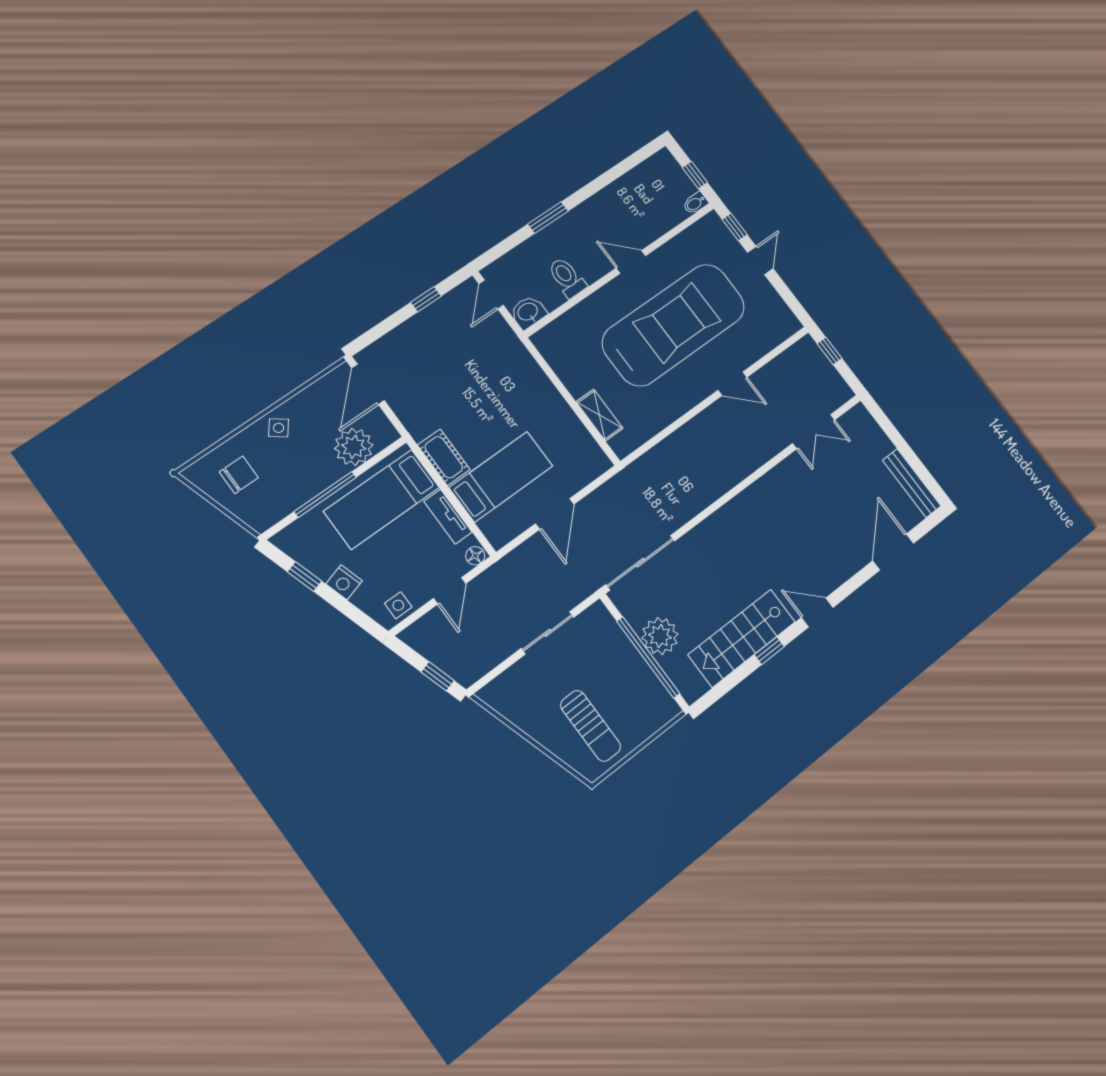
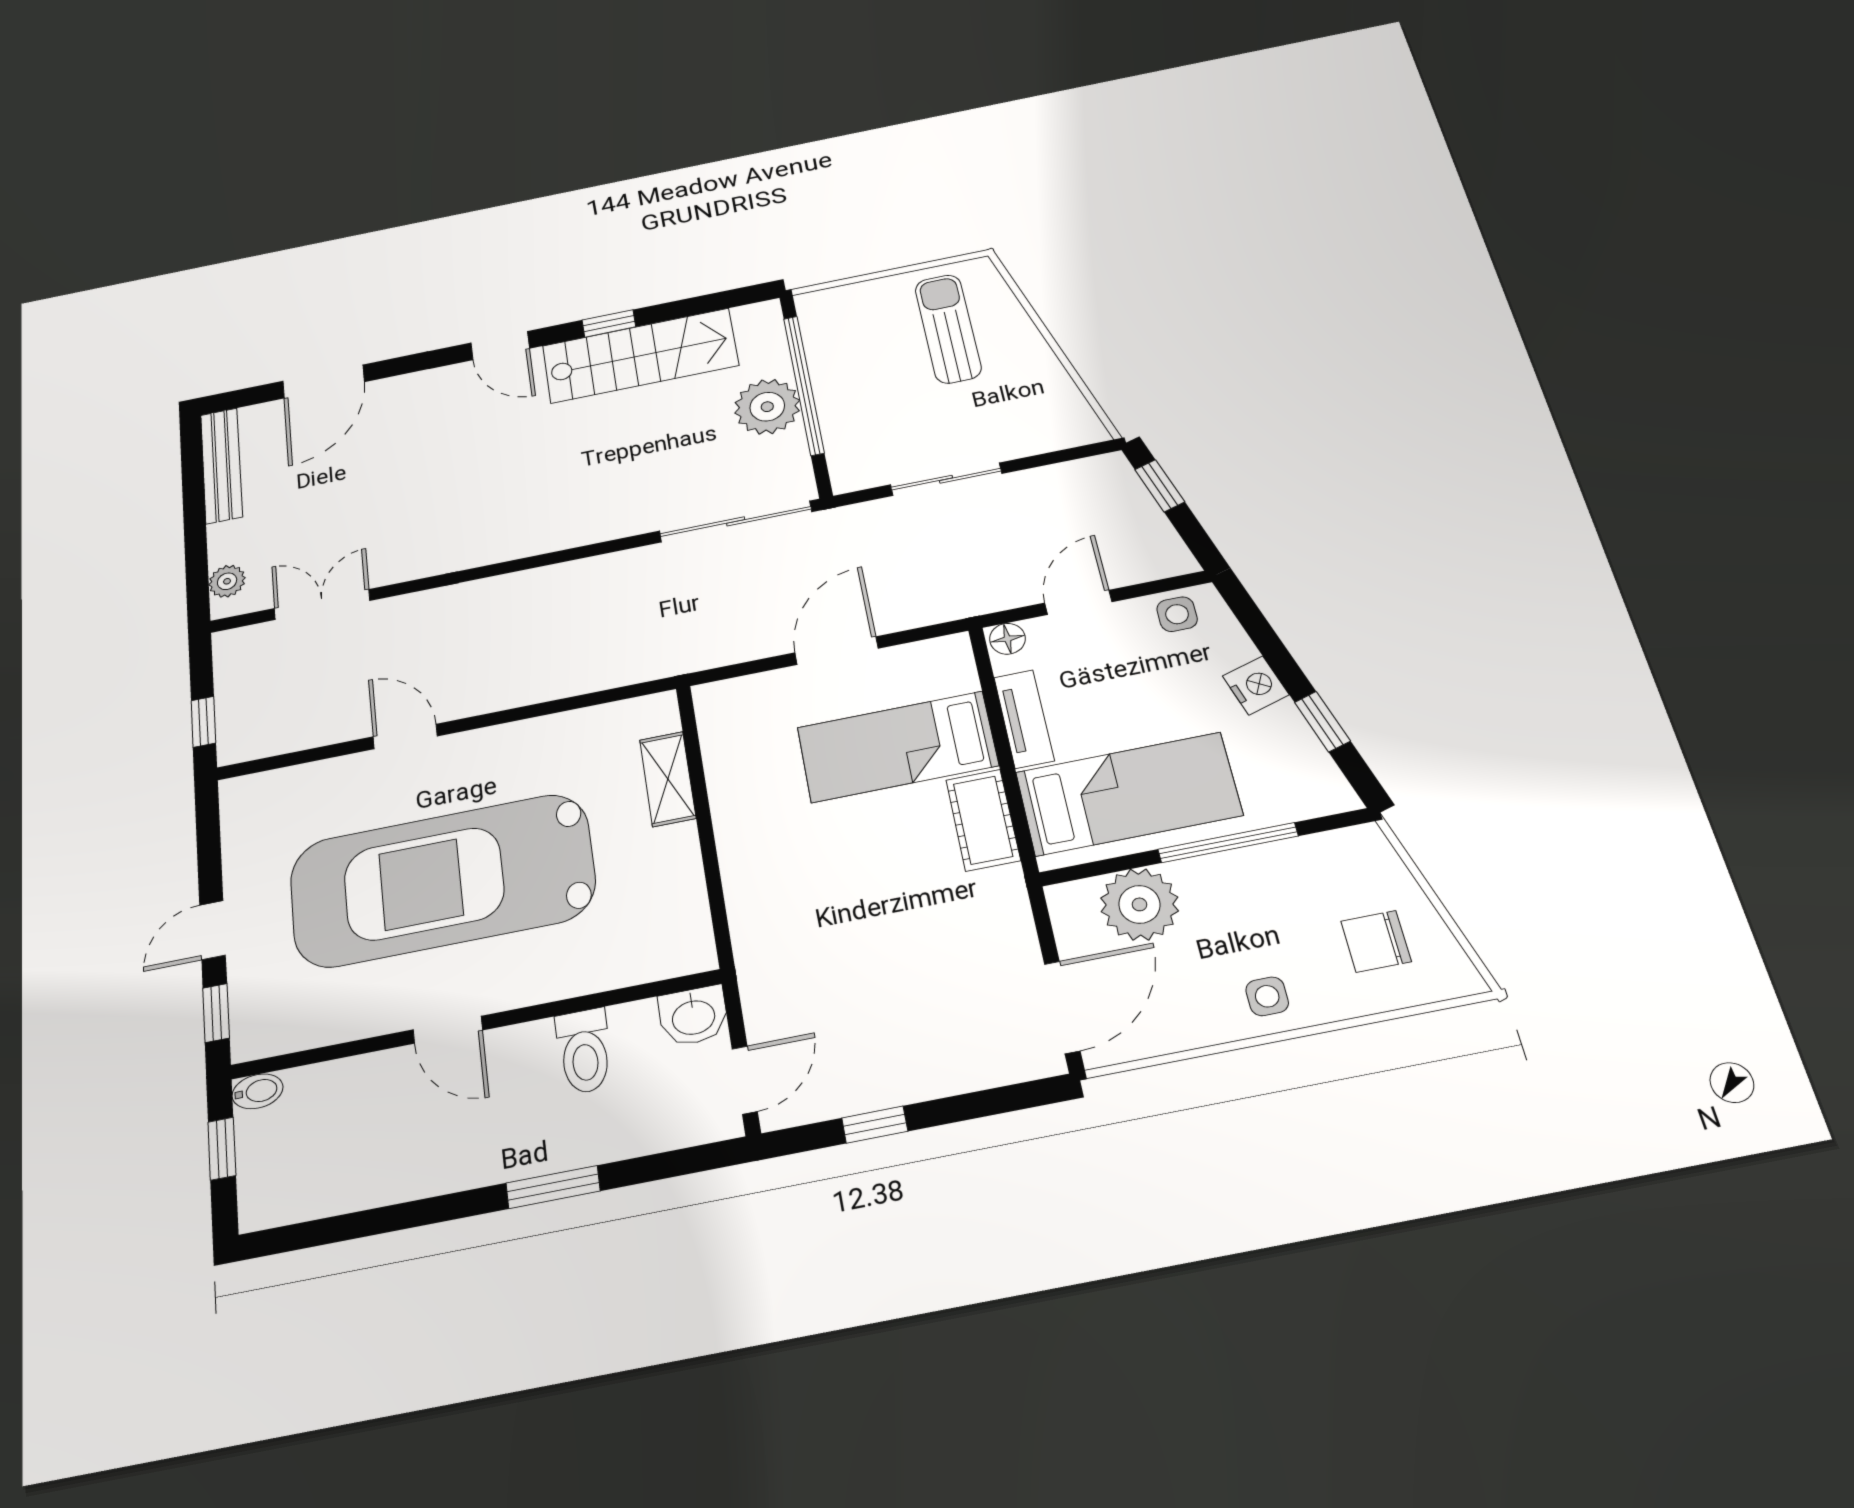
plant: (867, 424) -> (227, 581), added
side table: (279, 428) -> (1267, 996), turned -37

